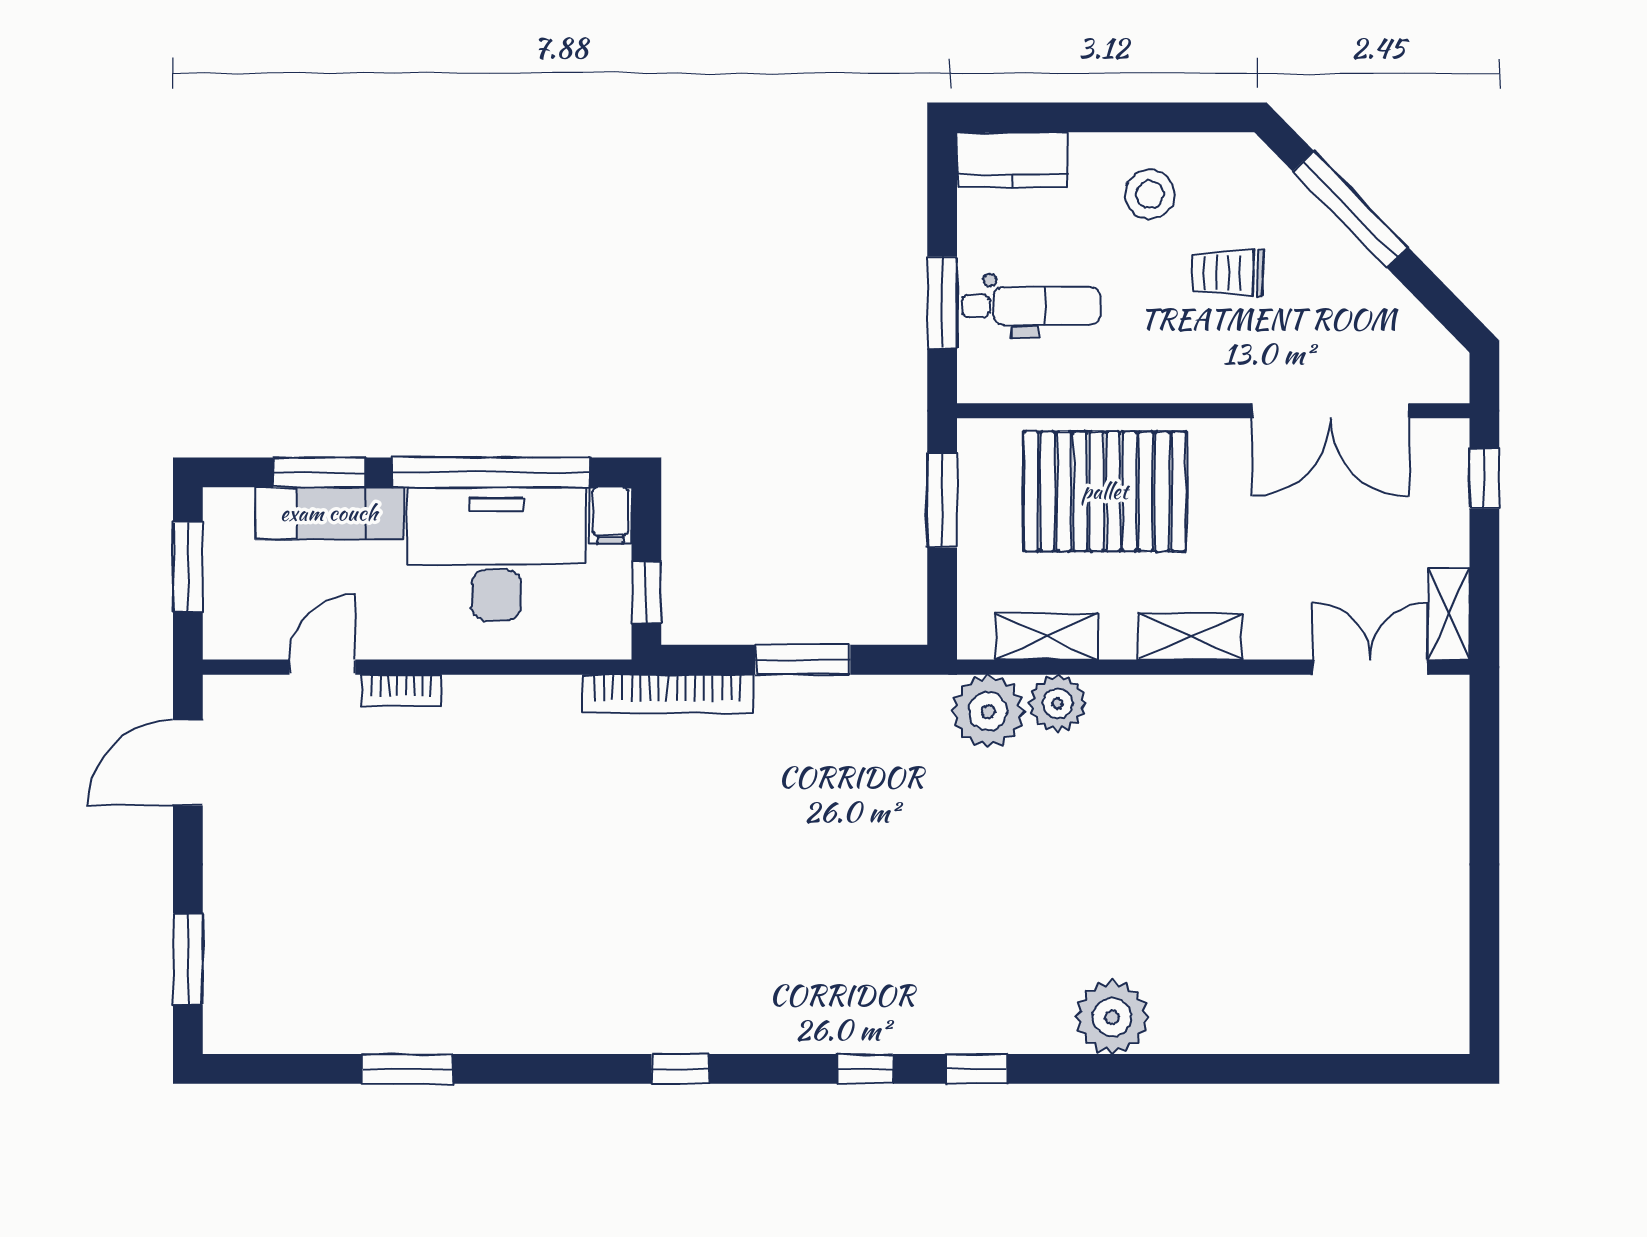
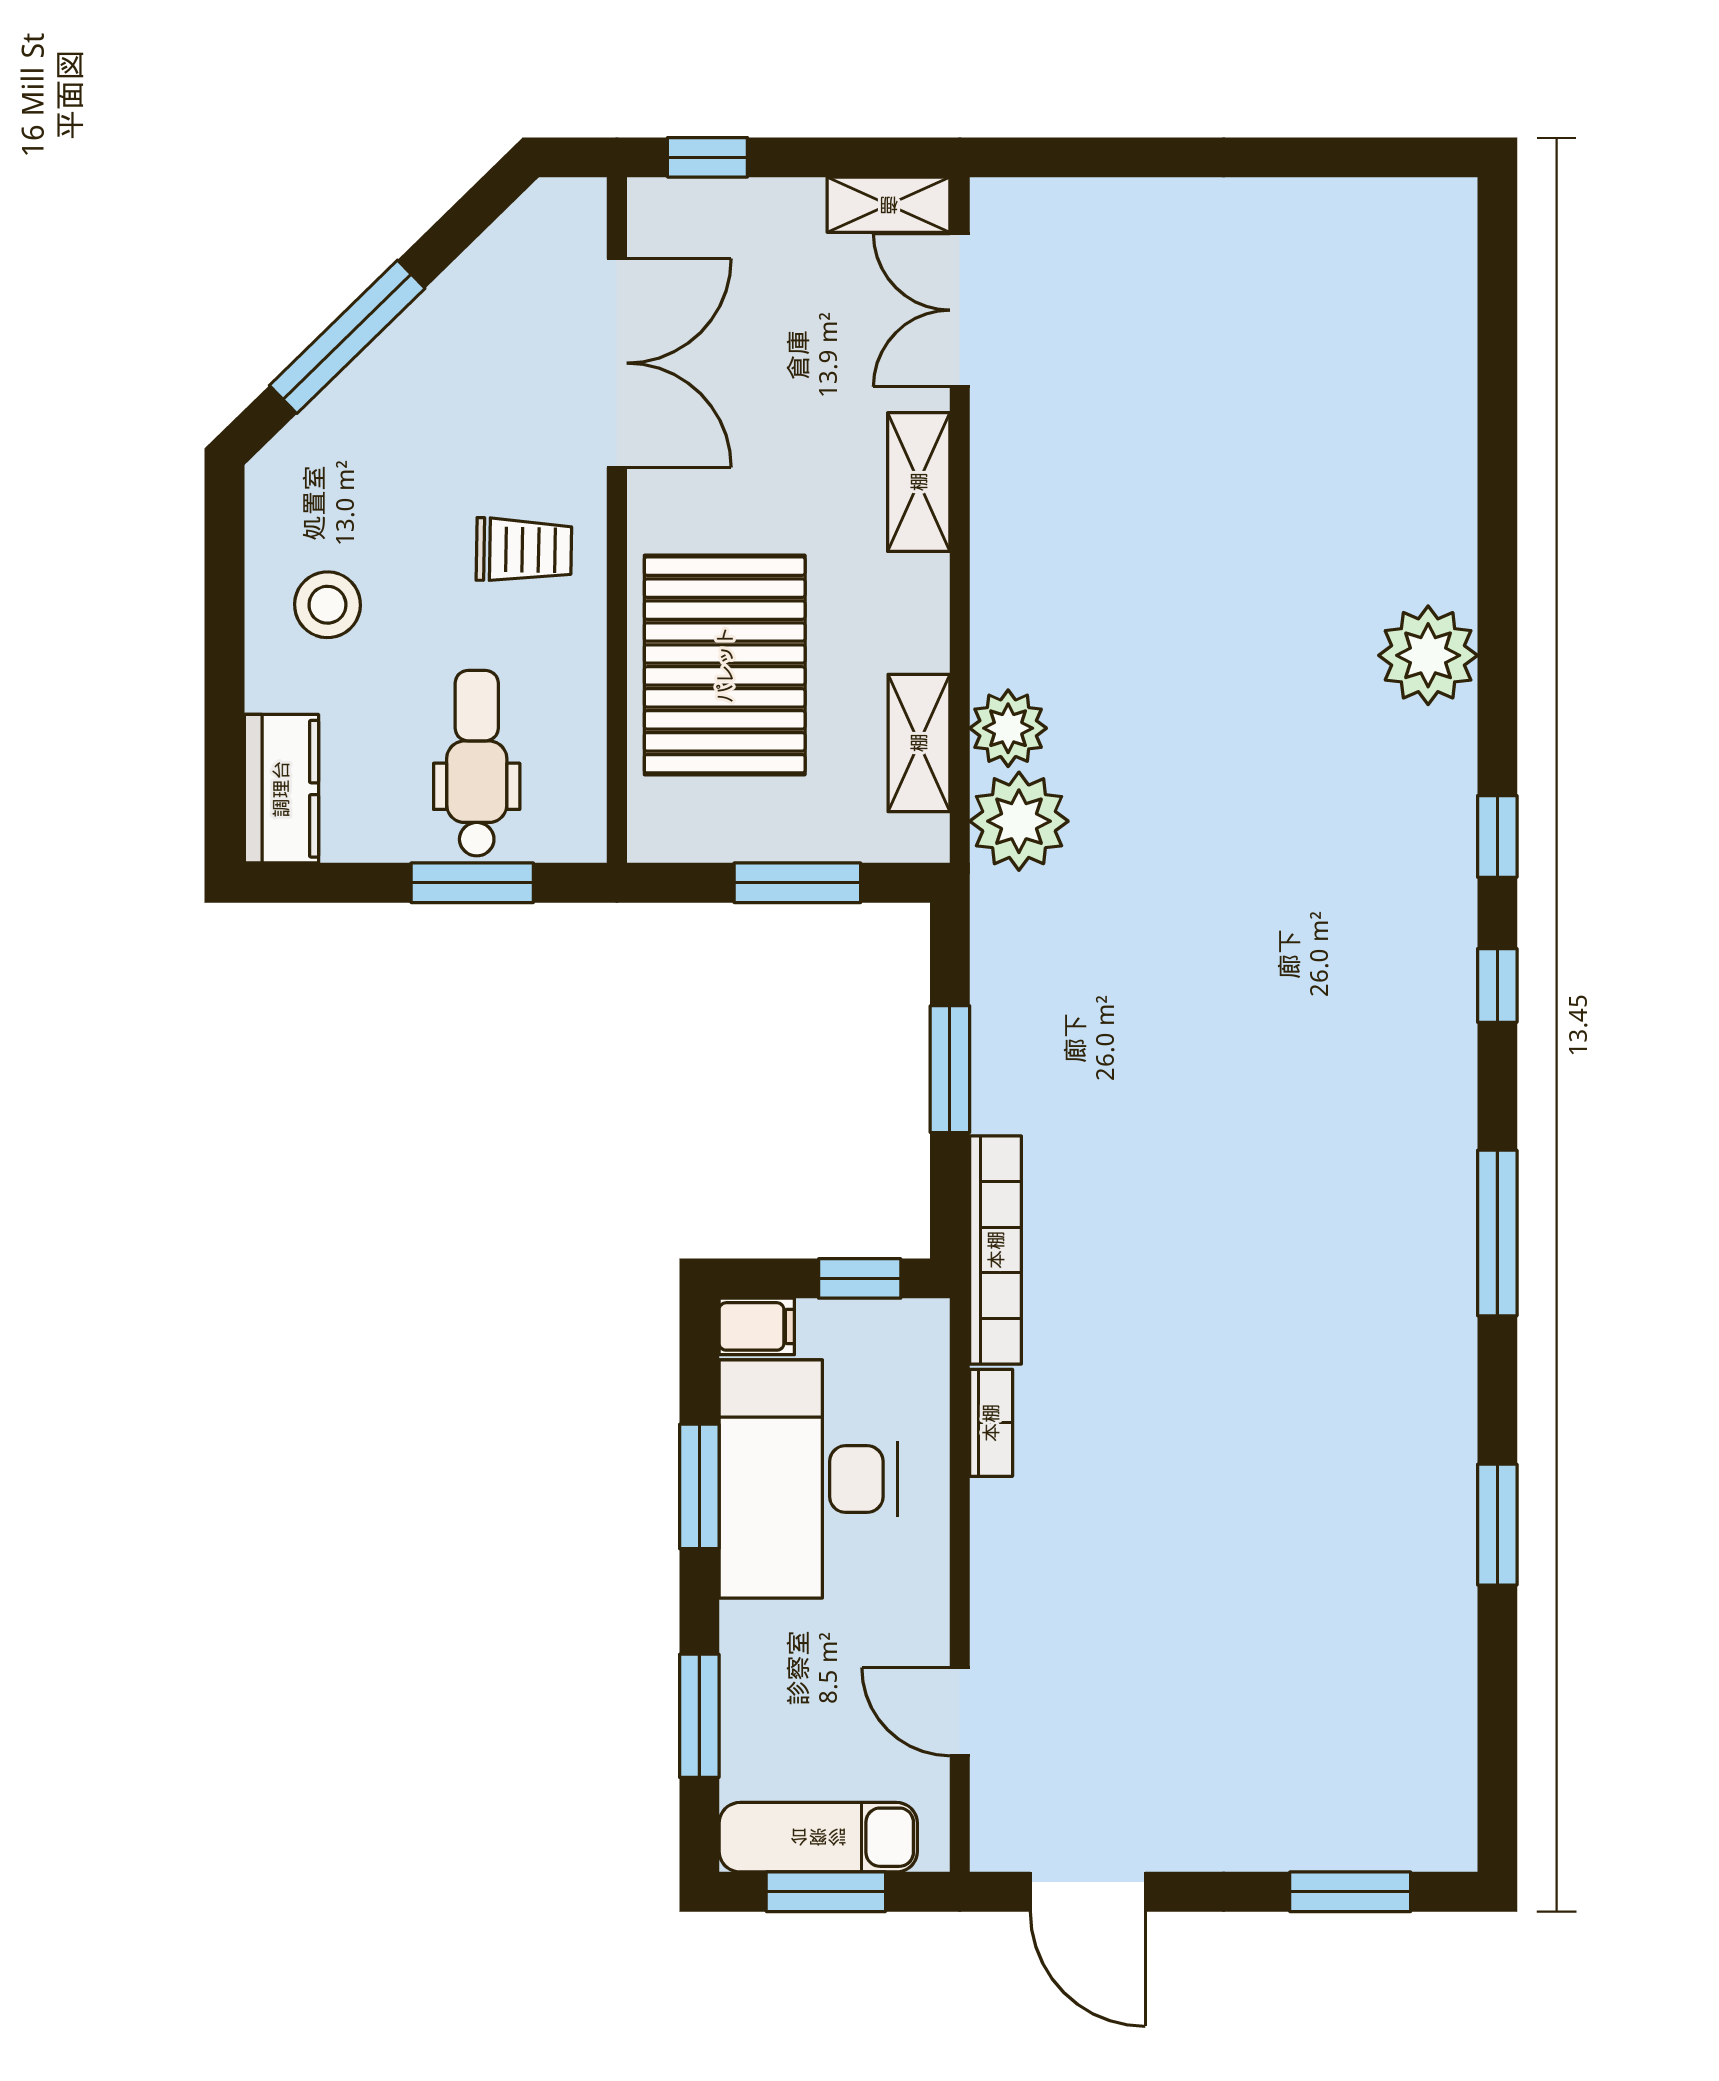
trolley: (1227, 273) -> (524, 550), moved, turned -89
window: (491, 472) -> (699, 1486), width x0.47
window: (942, 500) -> (797, 883), moved
exam couch: (329, 513) -> (818, 1837), moved, turned -90
shelving: (1190, 636) -> (919, 482), moved
bookcase: (401, 690) -> (991, 1423), moved
window: (408, 1069) -> (1497, 1525), moved
window: (680, 1069) -> (1497, 1233), width x2.17

